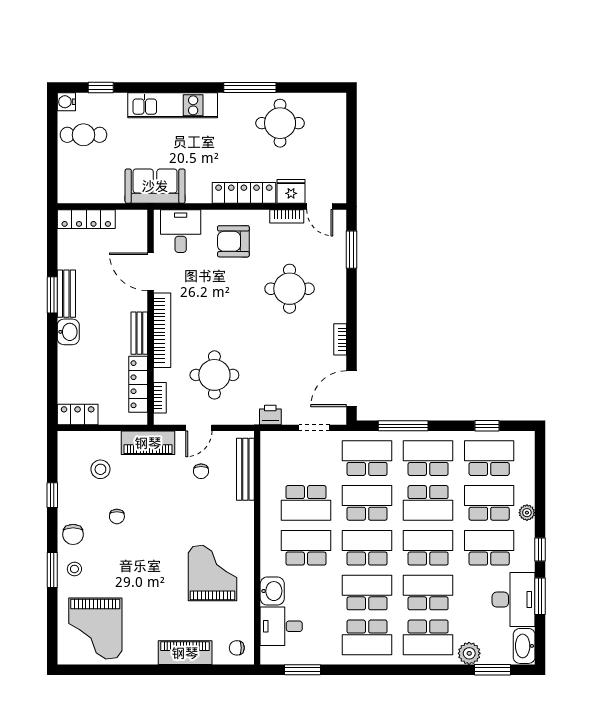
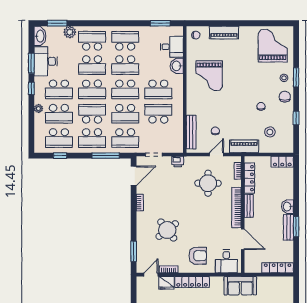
door: (320, 206) -> (151, 275), hinge flipped
round table: (290, 289) -> (167, 230), turned -38

